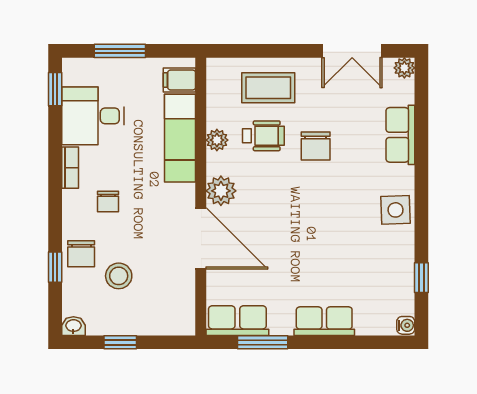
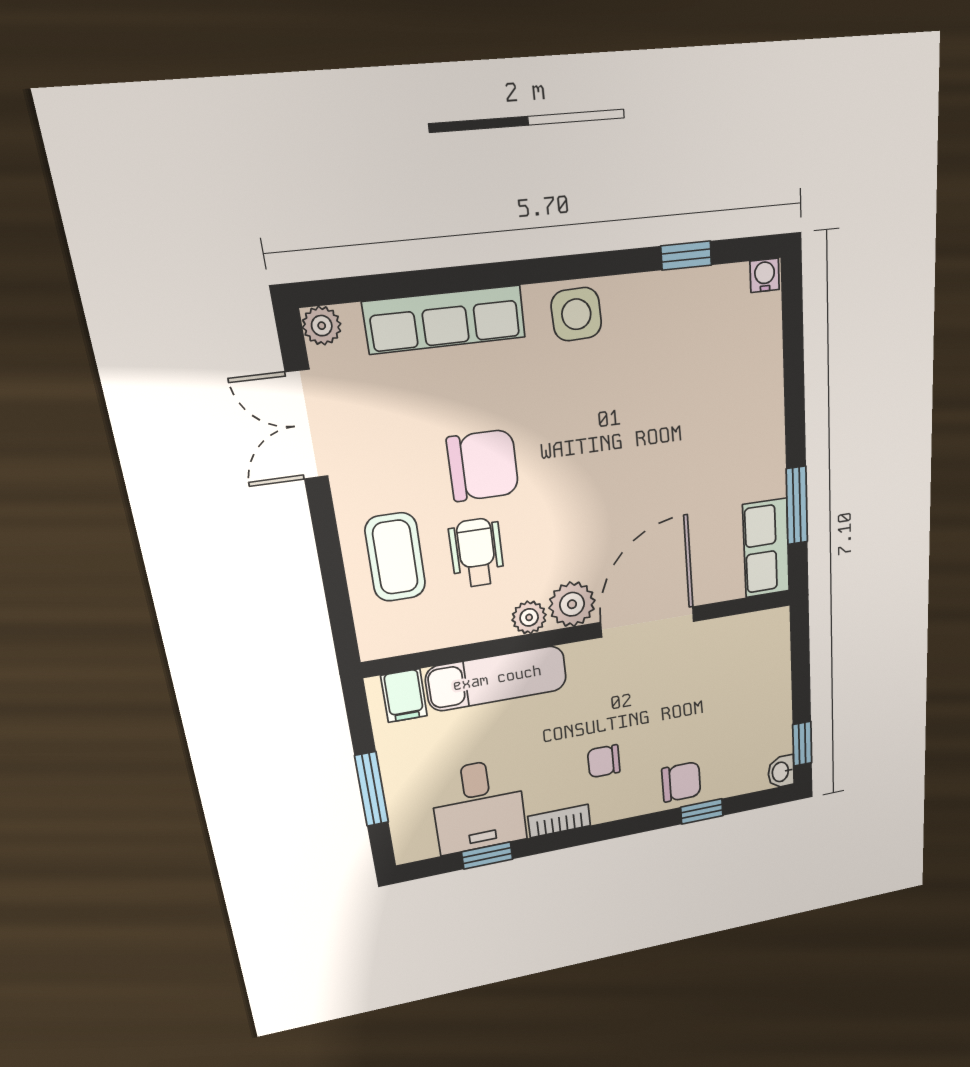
double door: (352, 51) -> (307, 425), swing flipped
window: (55, 89) -> (487, 856), moved
row of seats: (400, 135) -> (445, 320), width x1.48
plant: (217, 140) -> (529, 617), moved
chair: (316, 146) -> (483, 466), width x1.37, depth x1.37
chair: (108, 202) -> (604, 761), turned 180
stool: (119, 276) -> (709, 726), removed
row of seats: (324, 321) -> (763, 414), removed
window: (120, 342) -> (802, 744), moved

